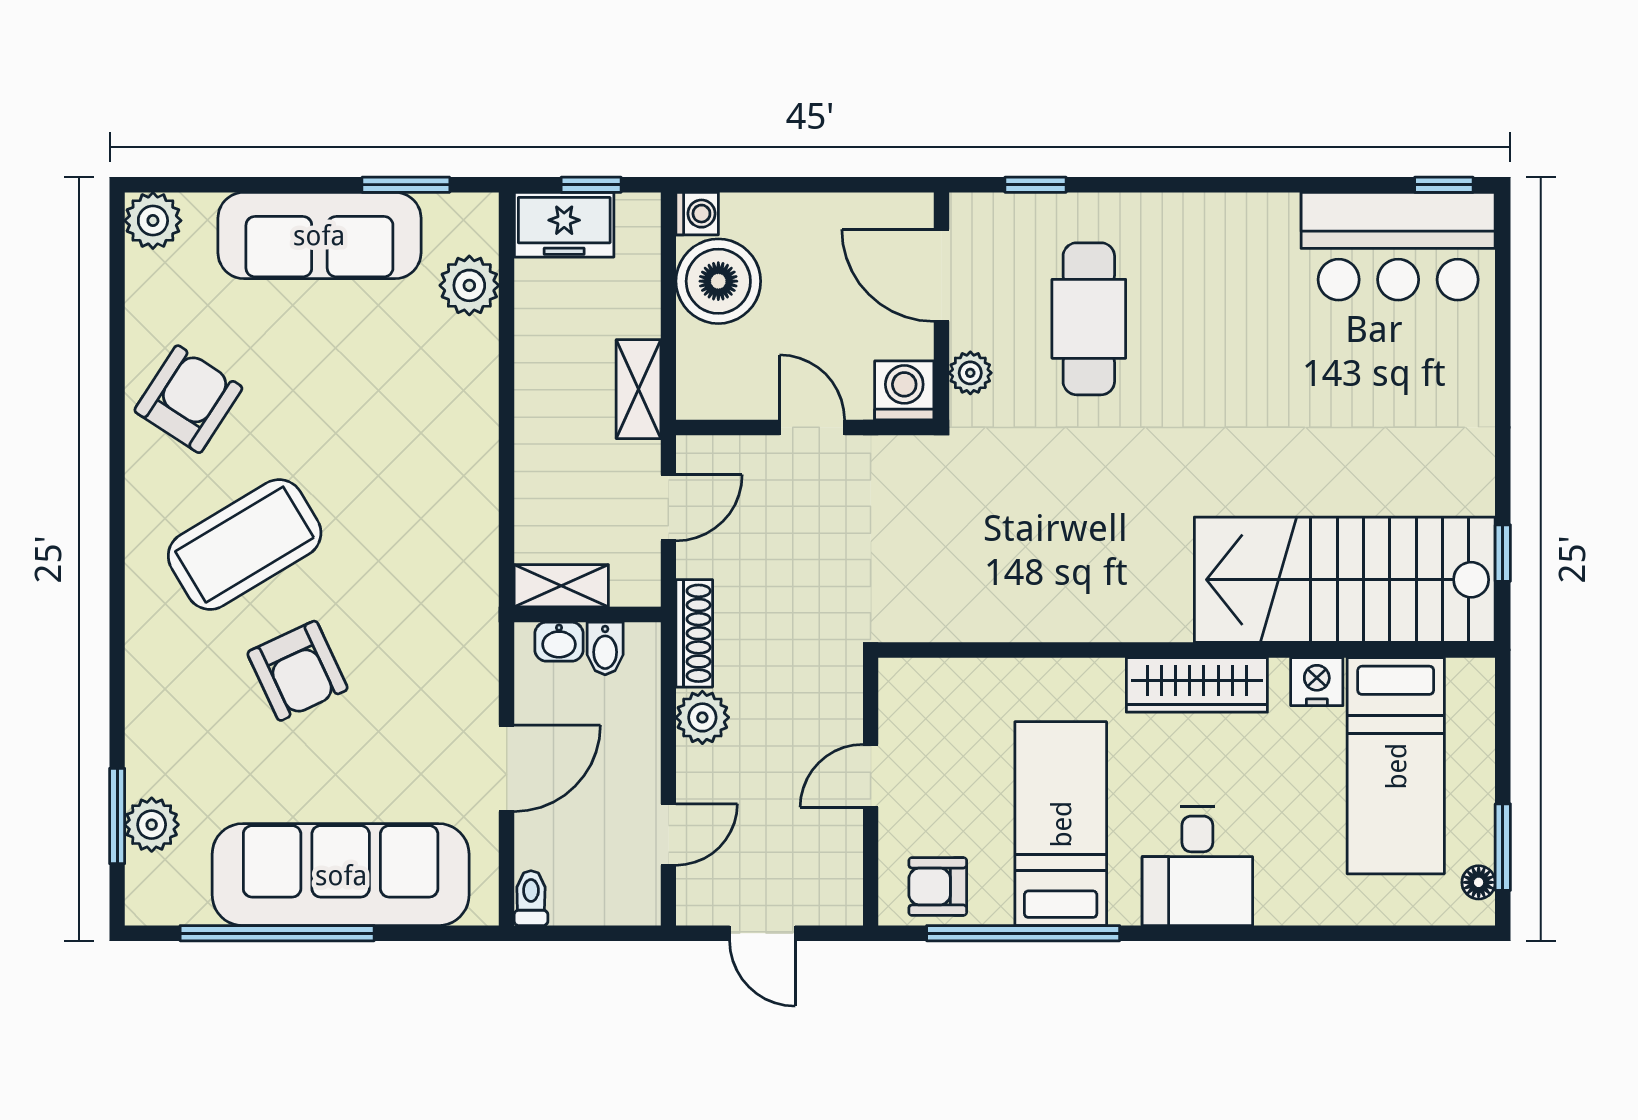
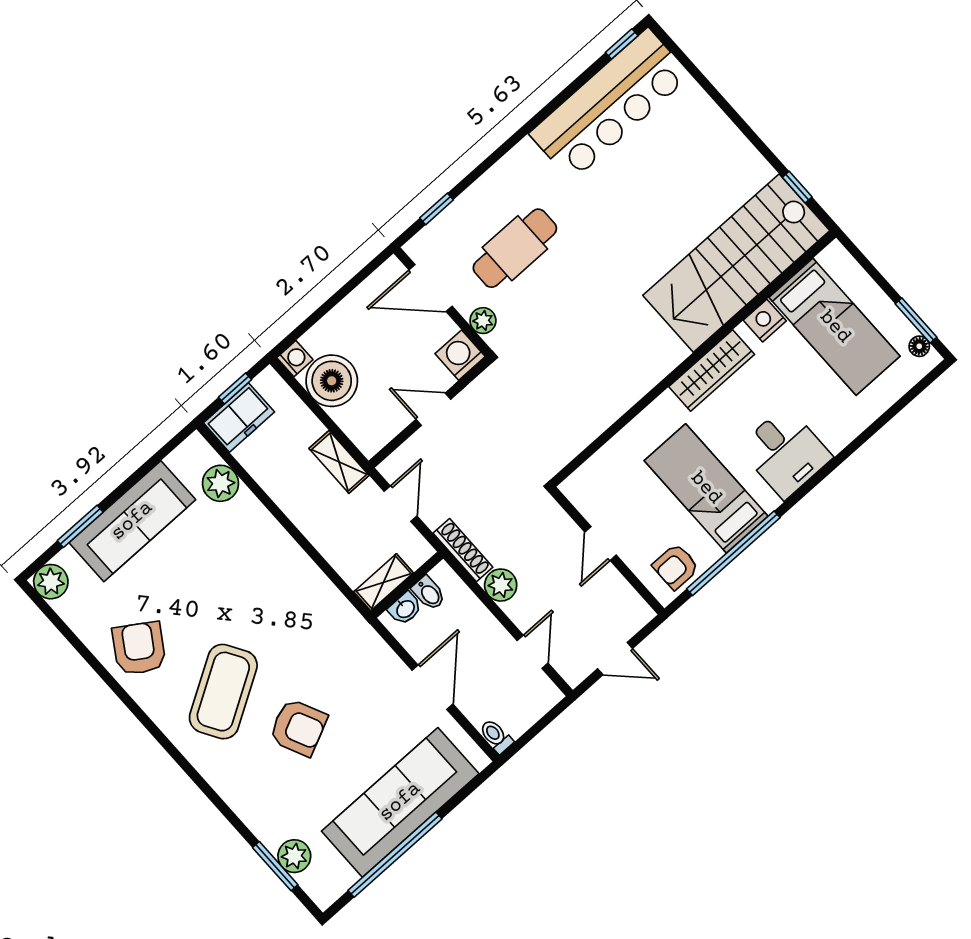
window: (406, 185) -> (80, 526), moved
bar counter: (1398, 246) -> (610, 105), width x1.36
cafe table: (1089, 319) -> (515, 248), turned 90

